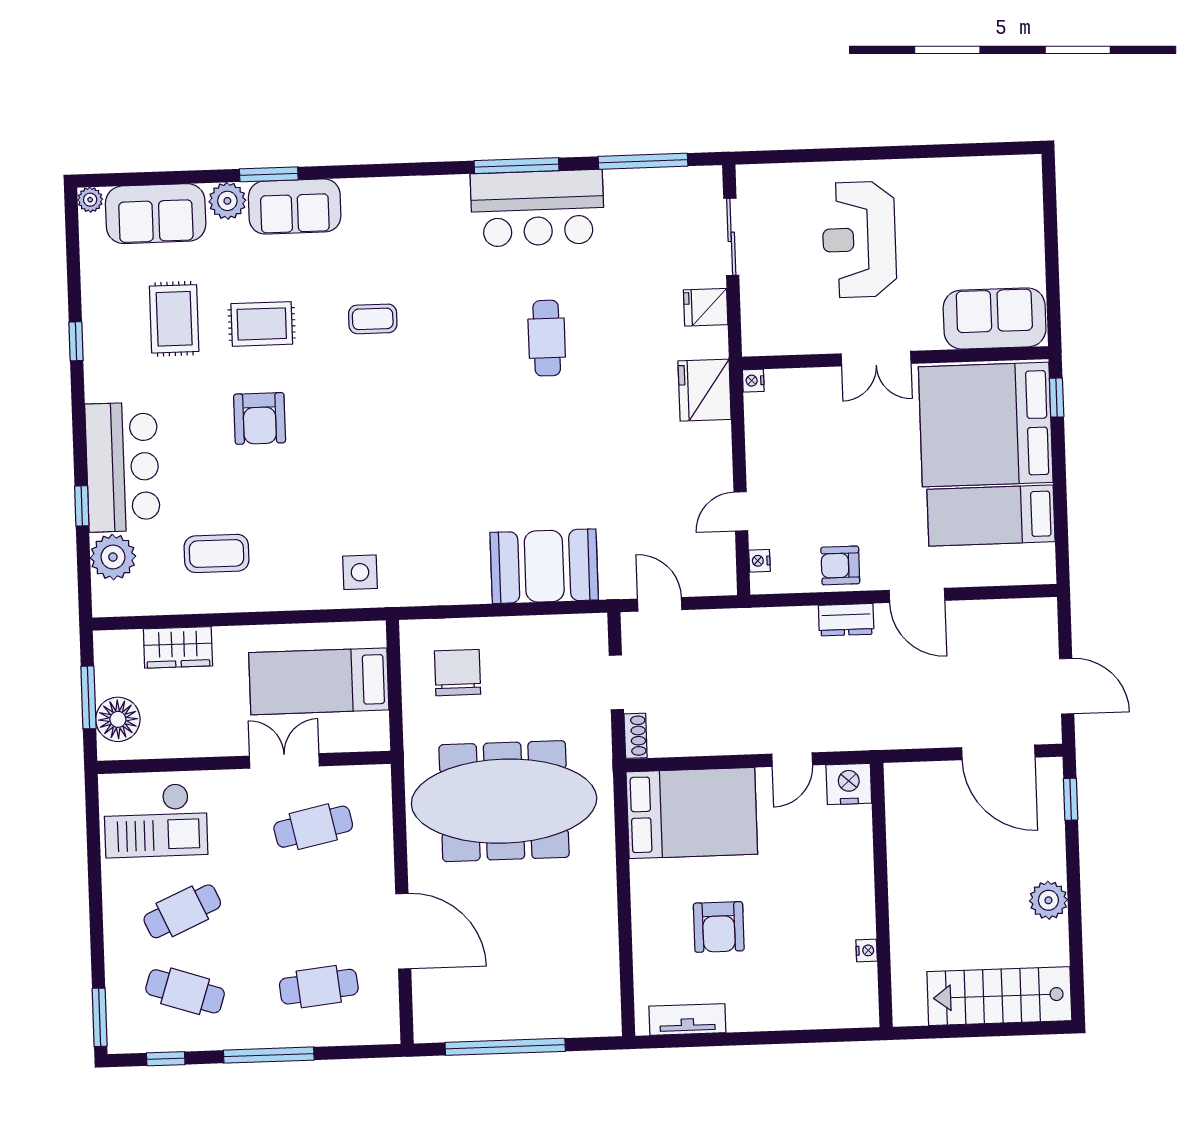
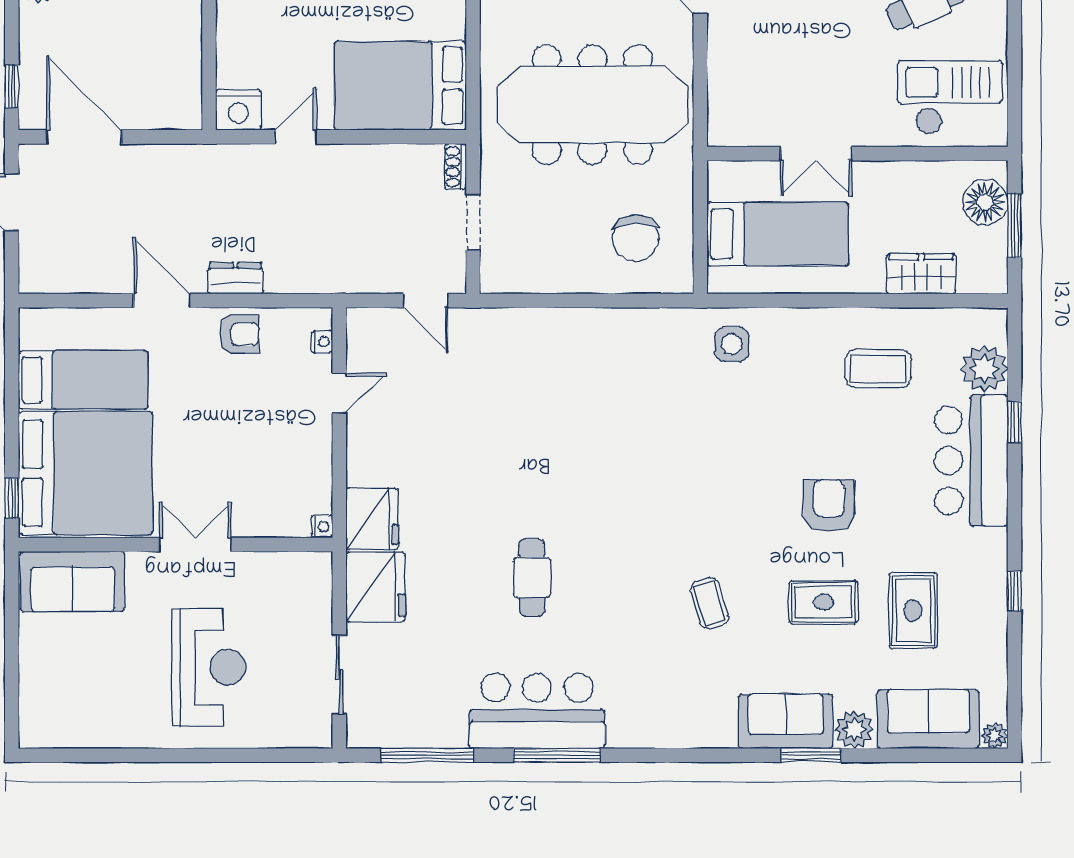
fridge: (706, 307) -> (376, 587), width x1.88, depth x1.34
coffee table: (373, 319) -> (710, 603), turned 73
booth: (544, 566) -> (543, 344), removed
cafe table: (313, 827) -> (789, 85), removed

